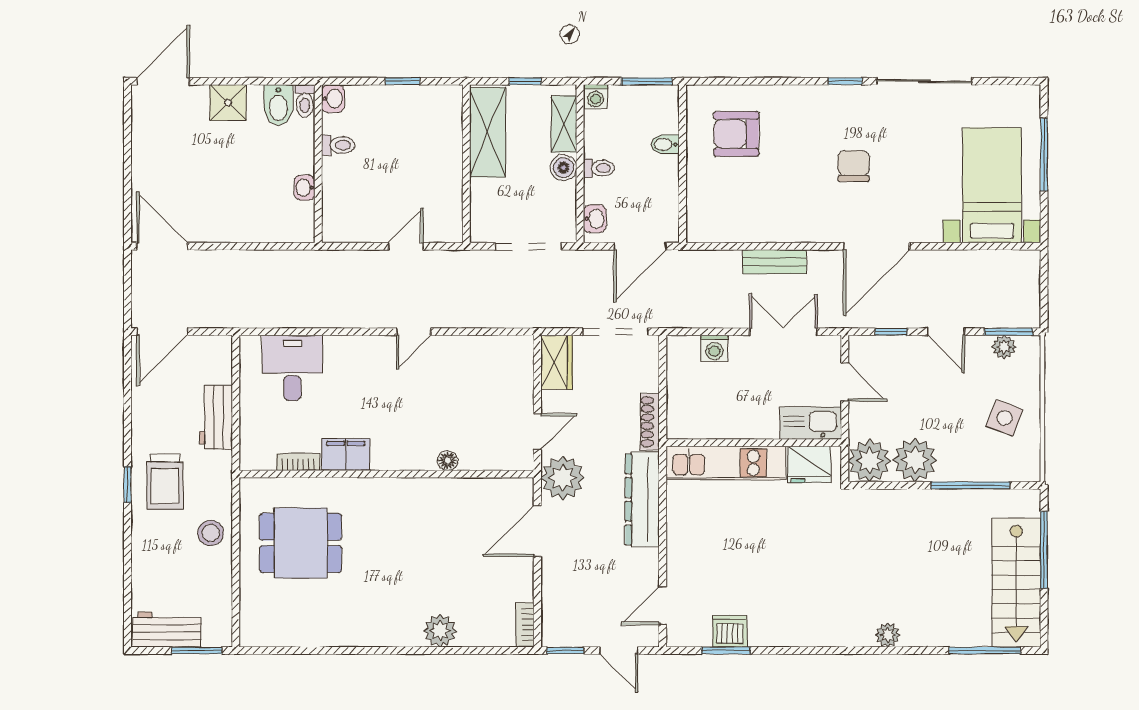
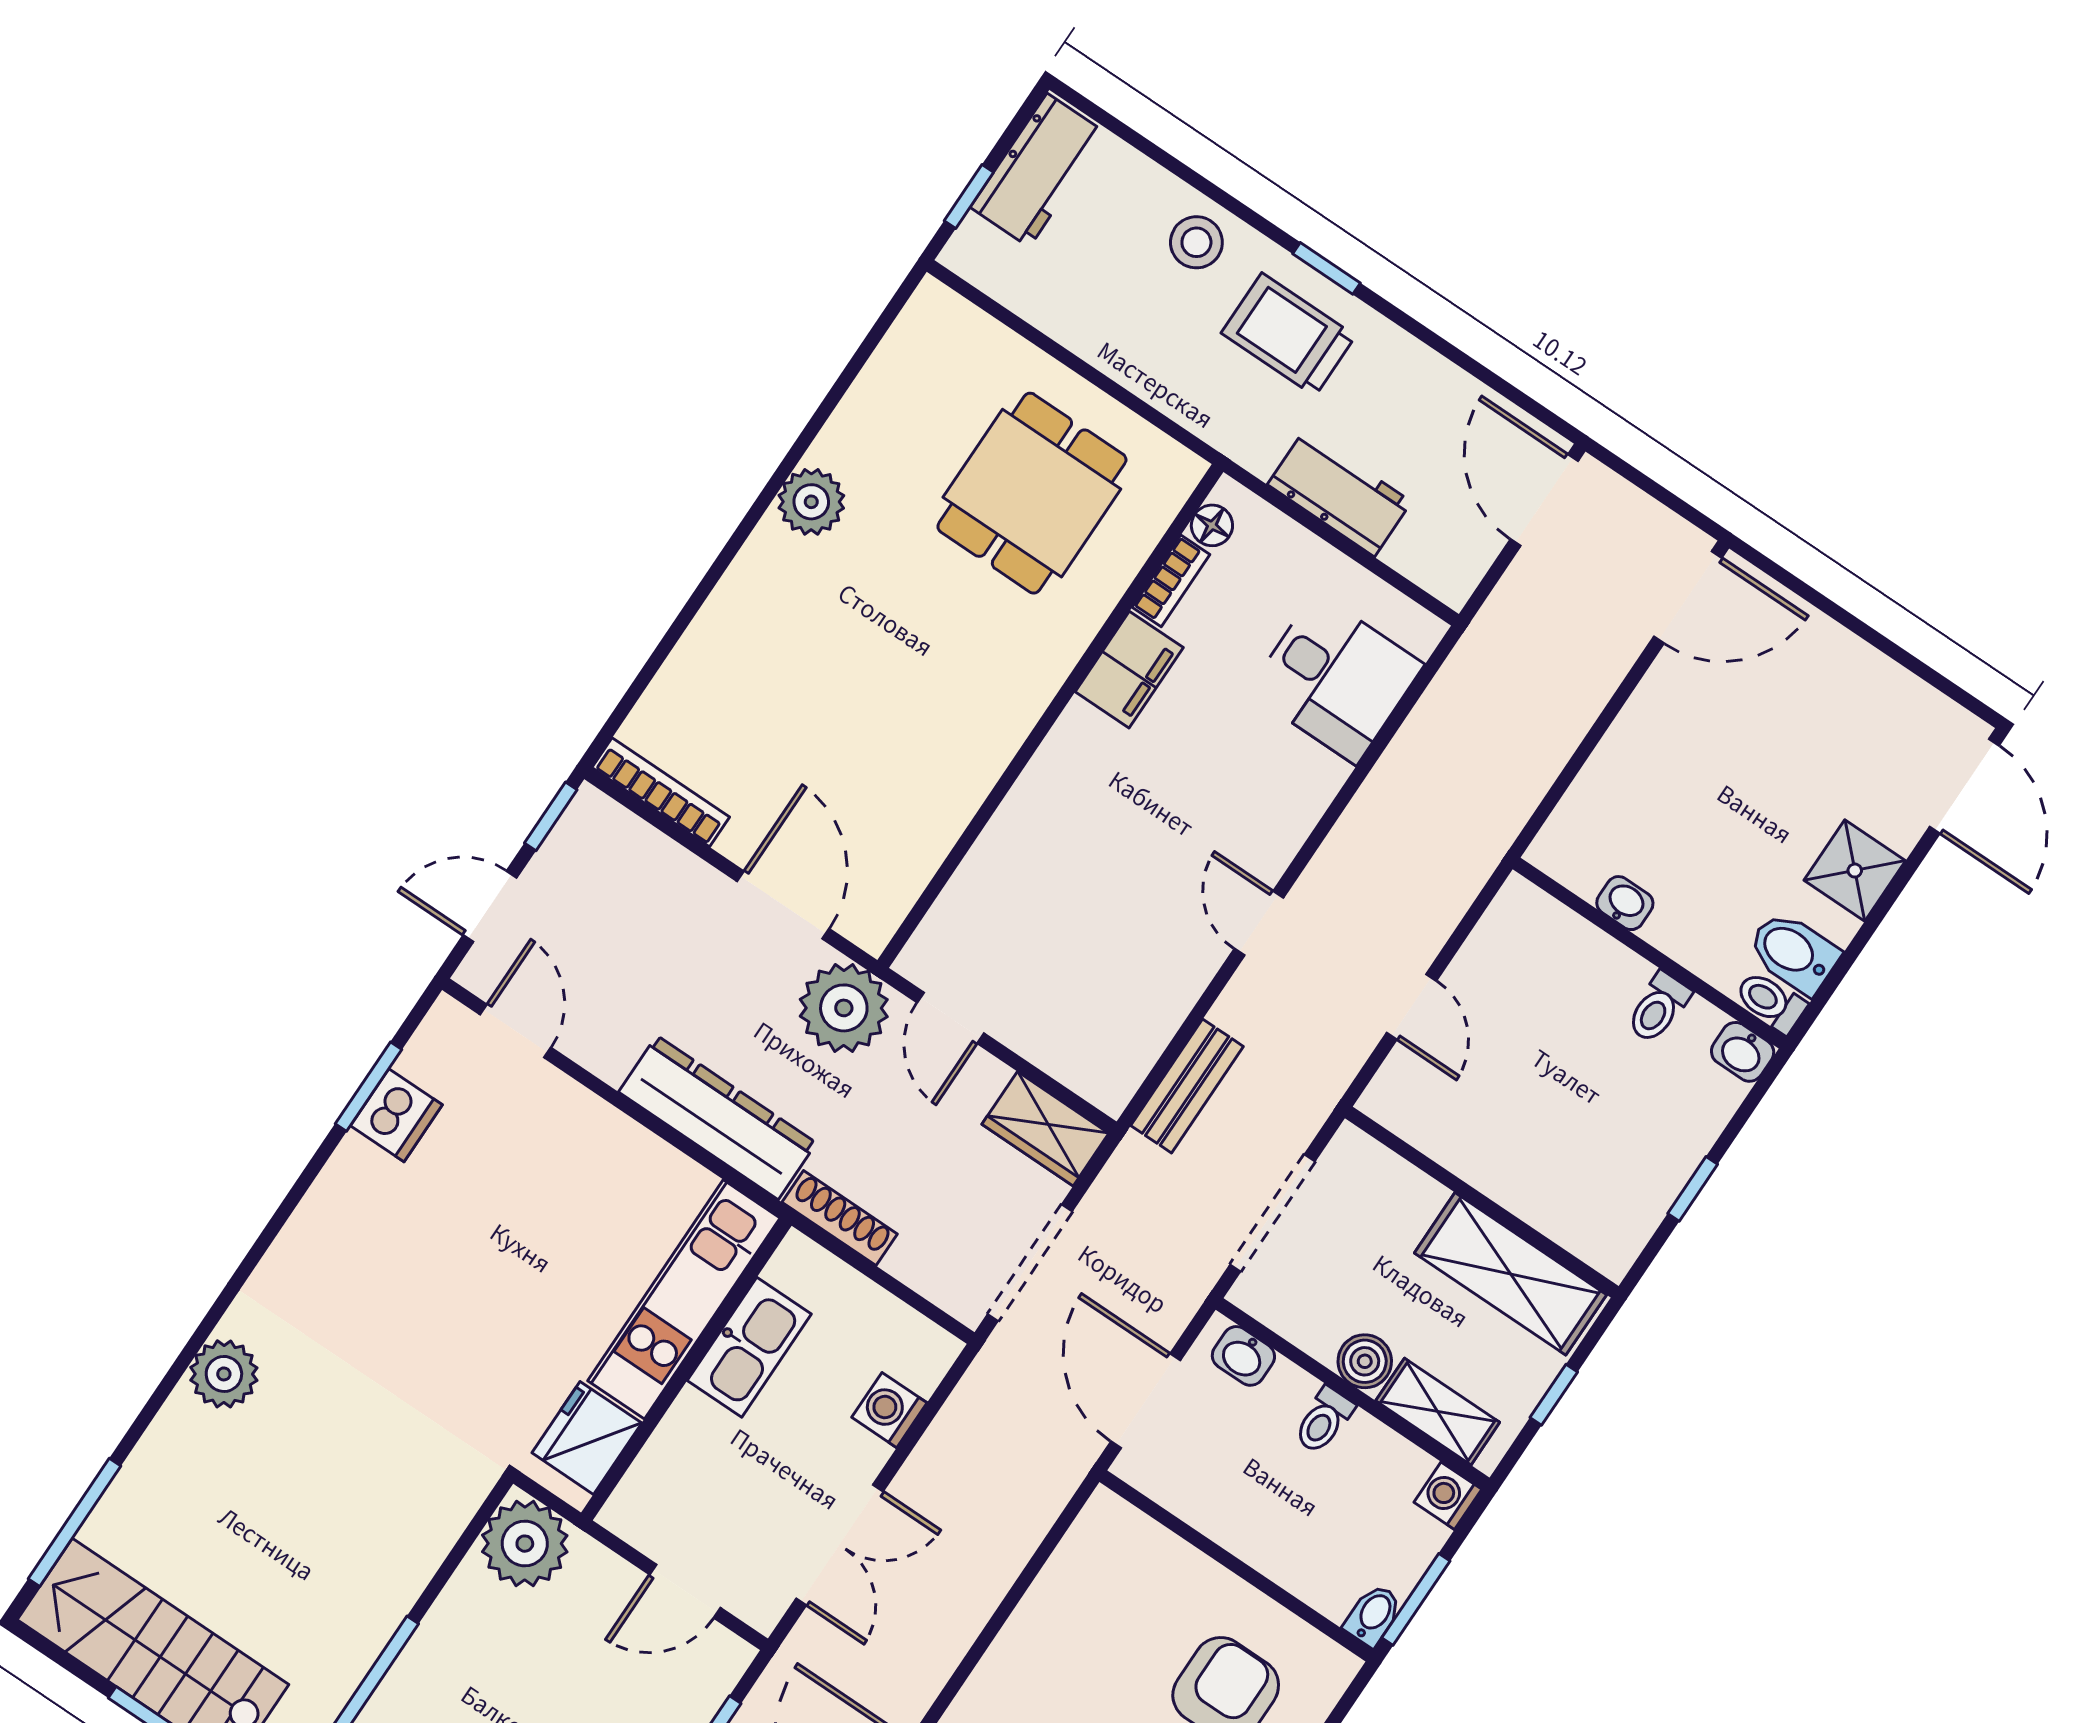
bidet: (665, 144) -> (1373, 1615), moved
bench: (775, 262) -> (1187, 1086), moved
kitchen sink: (811, 423) -> (749, 1347), moved
plant: (915, 460) -> (474, 1621), removed
floor lamp: (448, 461) -> (1212, 525), moved
stool: (211, 533) -> (1196, 242), moved
bookcase: (525, 625) -> (661, 792), width x1.56
plant: (440, 631) -> (811, 502), moved
plant: (888, 635) -> (224, 1374), width x1.38, depth x1.38
window: (197, 650) -> (969, 196), width x0.67

